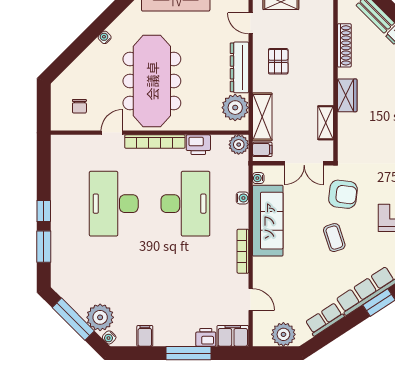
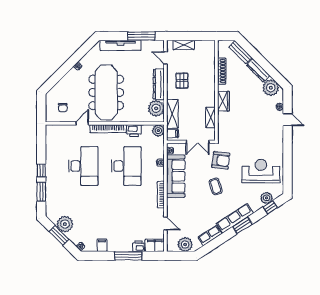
desk: (114, 204) -> (83, 166), turned 180
plant: (100, 317) -> (65, 224), moved
window: (73, 319) -> (59, 235), width x0.69

